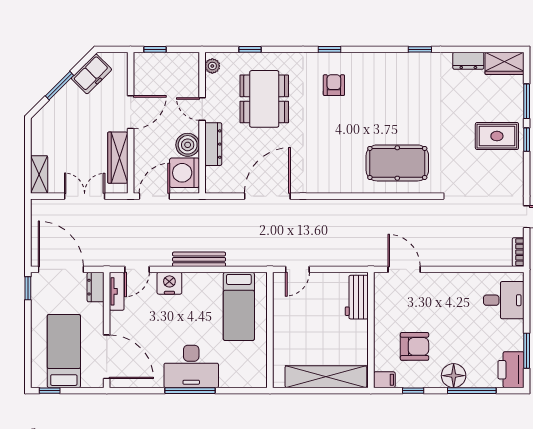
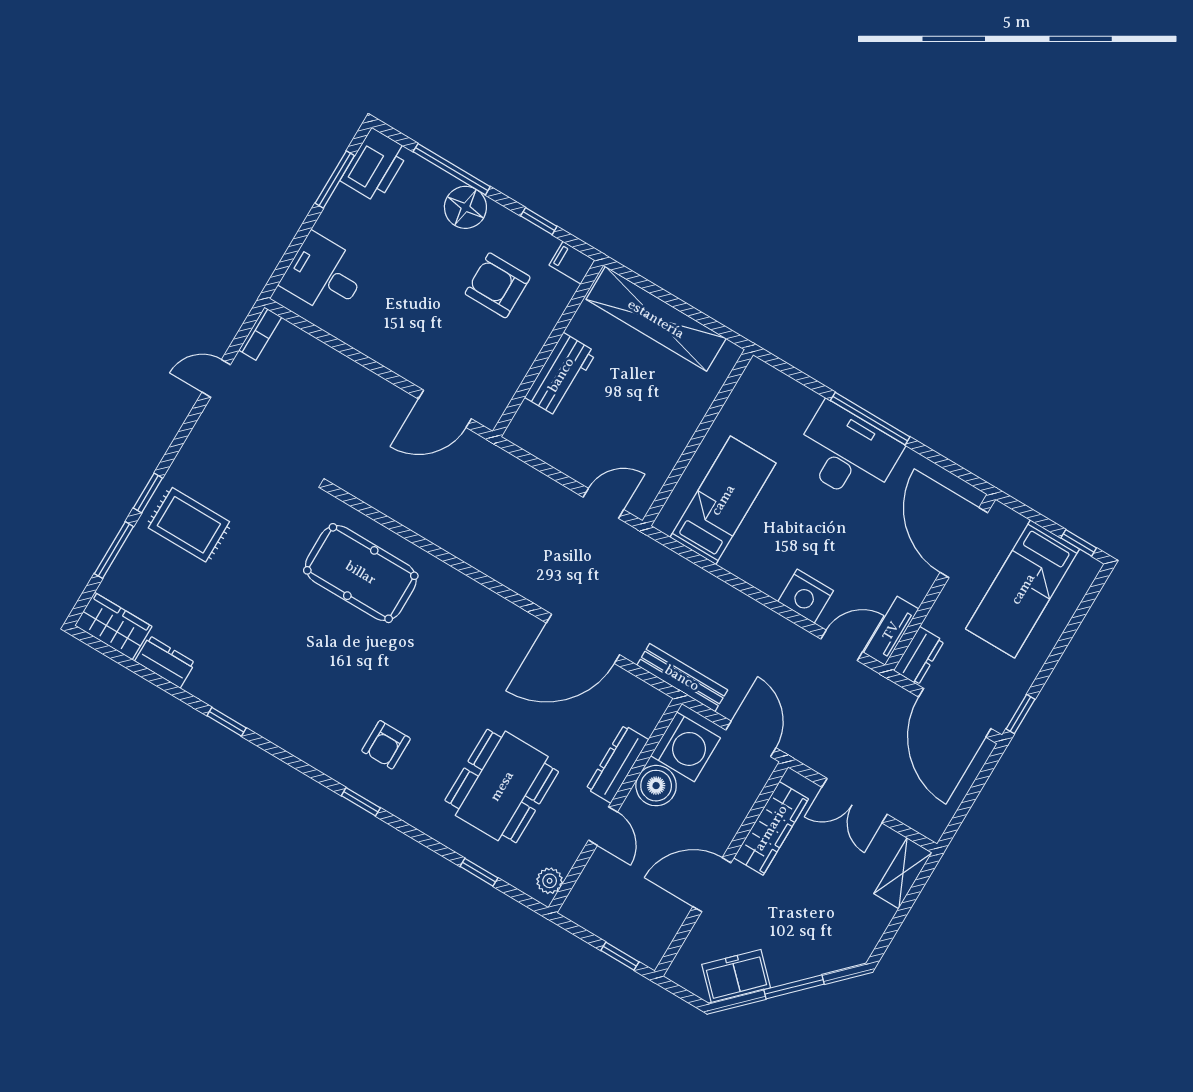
door: (154, 196) -> (751, 739), swing flipped
bench: (199, 259) -> (682, 678), moved
door: (404, 269) -> (445, 409), hinge flipped
workbench: (357, 297) -> (561, 375), moved

